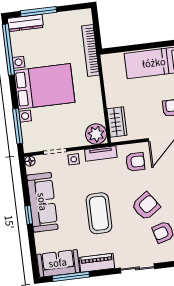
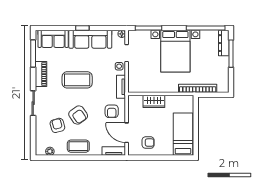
wardrobe: (117, 122) -> (154, 101), moved
plant: (96, 134) -> (136, 85), removed
sofa: (58, 263) -> (53, 39), moved, turned 90

